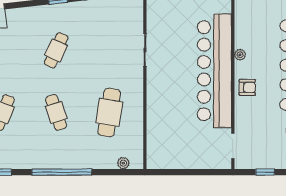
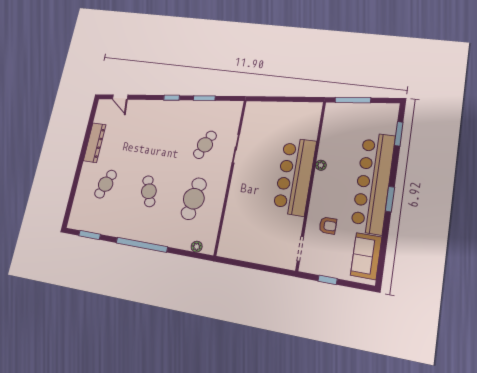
cafe table: (56, 50) -> (205, 145), moved
bar counter: (214, 71) -> (295, 176), width x0.73
armchair: (247, 87) -> (328, 226), moved

